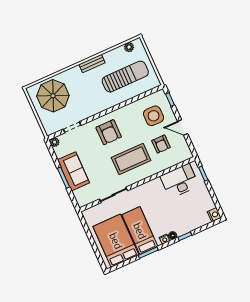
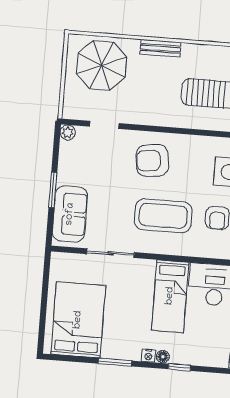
bench: (92, 64) -> (160, 48), moved
armchair: (109, 132) -> (152, 160), turned 83
sofa: (73, 171) -> (70, 214), moved
bed: (140, 231) -> (170, 296), moved, turned 180

